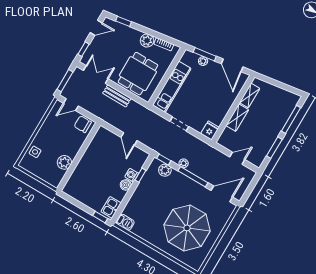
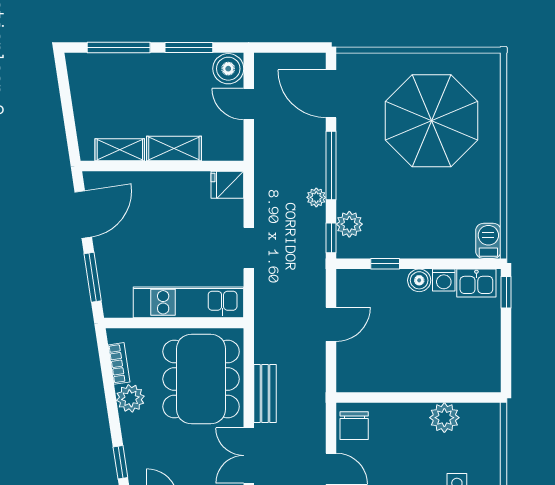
plant: (203, 61) -> (107, 273), removed
dining table: (138, 74) -> (201, 379), width x1.38
boiler: (256, 158) -> (228, 69), added
washing machine: (132, 175) -> (444, 280), moved

